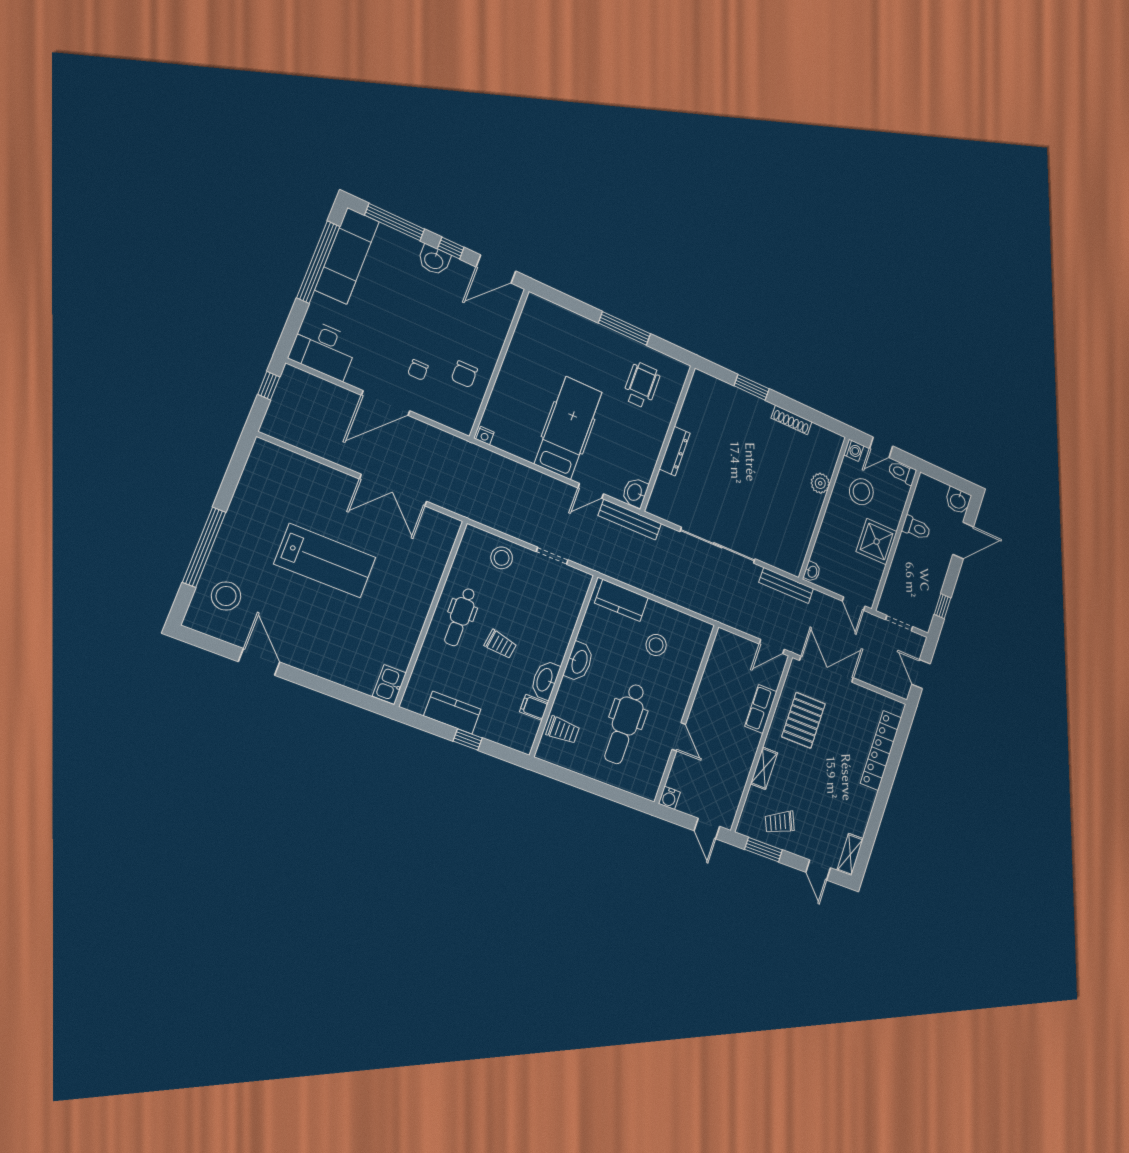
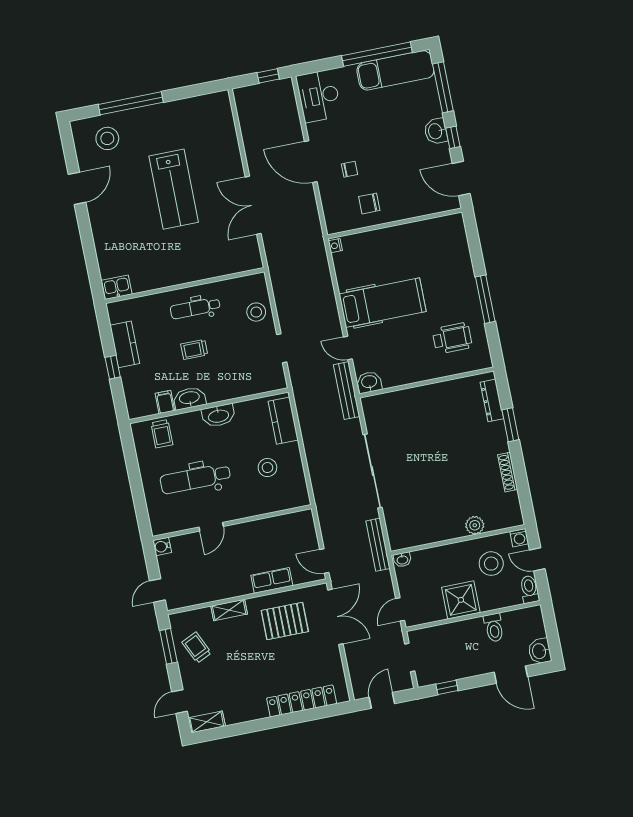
chair: (418, 370) -> (350, 169), turned 180
dresser: (675, 451) -> (492, 400), moved, turned 90
trolley: (500, 644) -> (194, 349), turned 81

